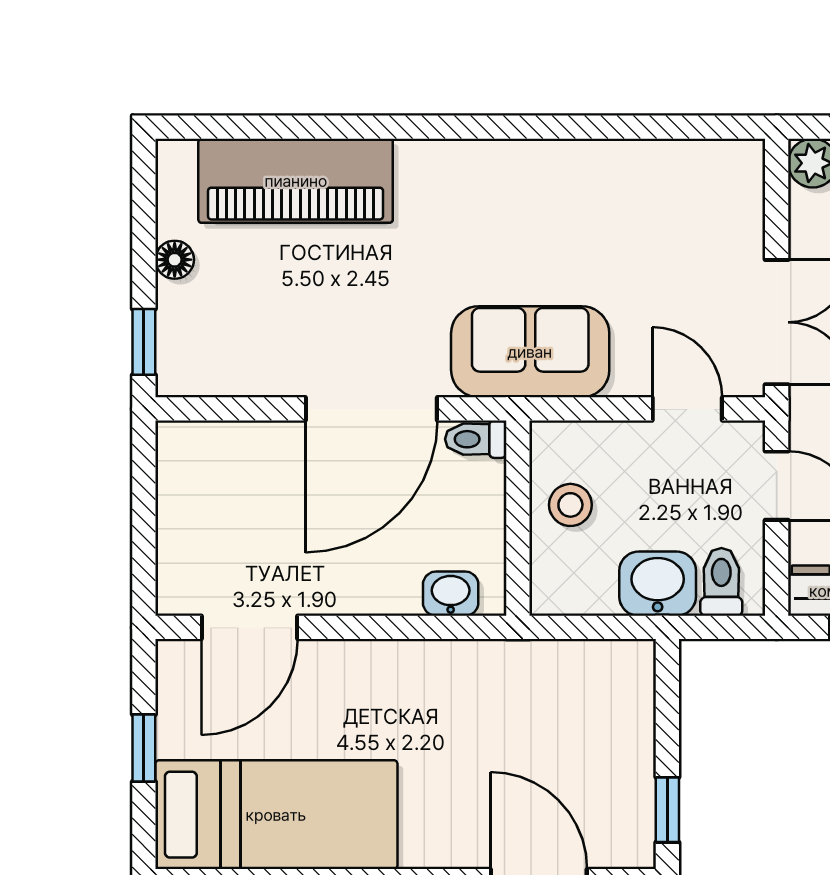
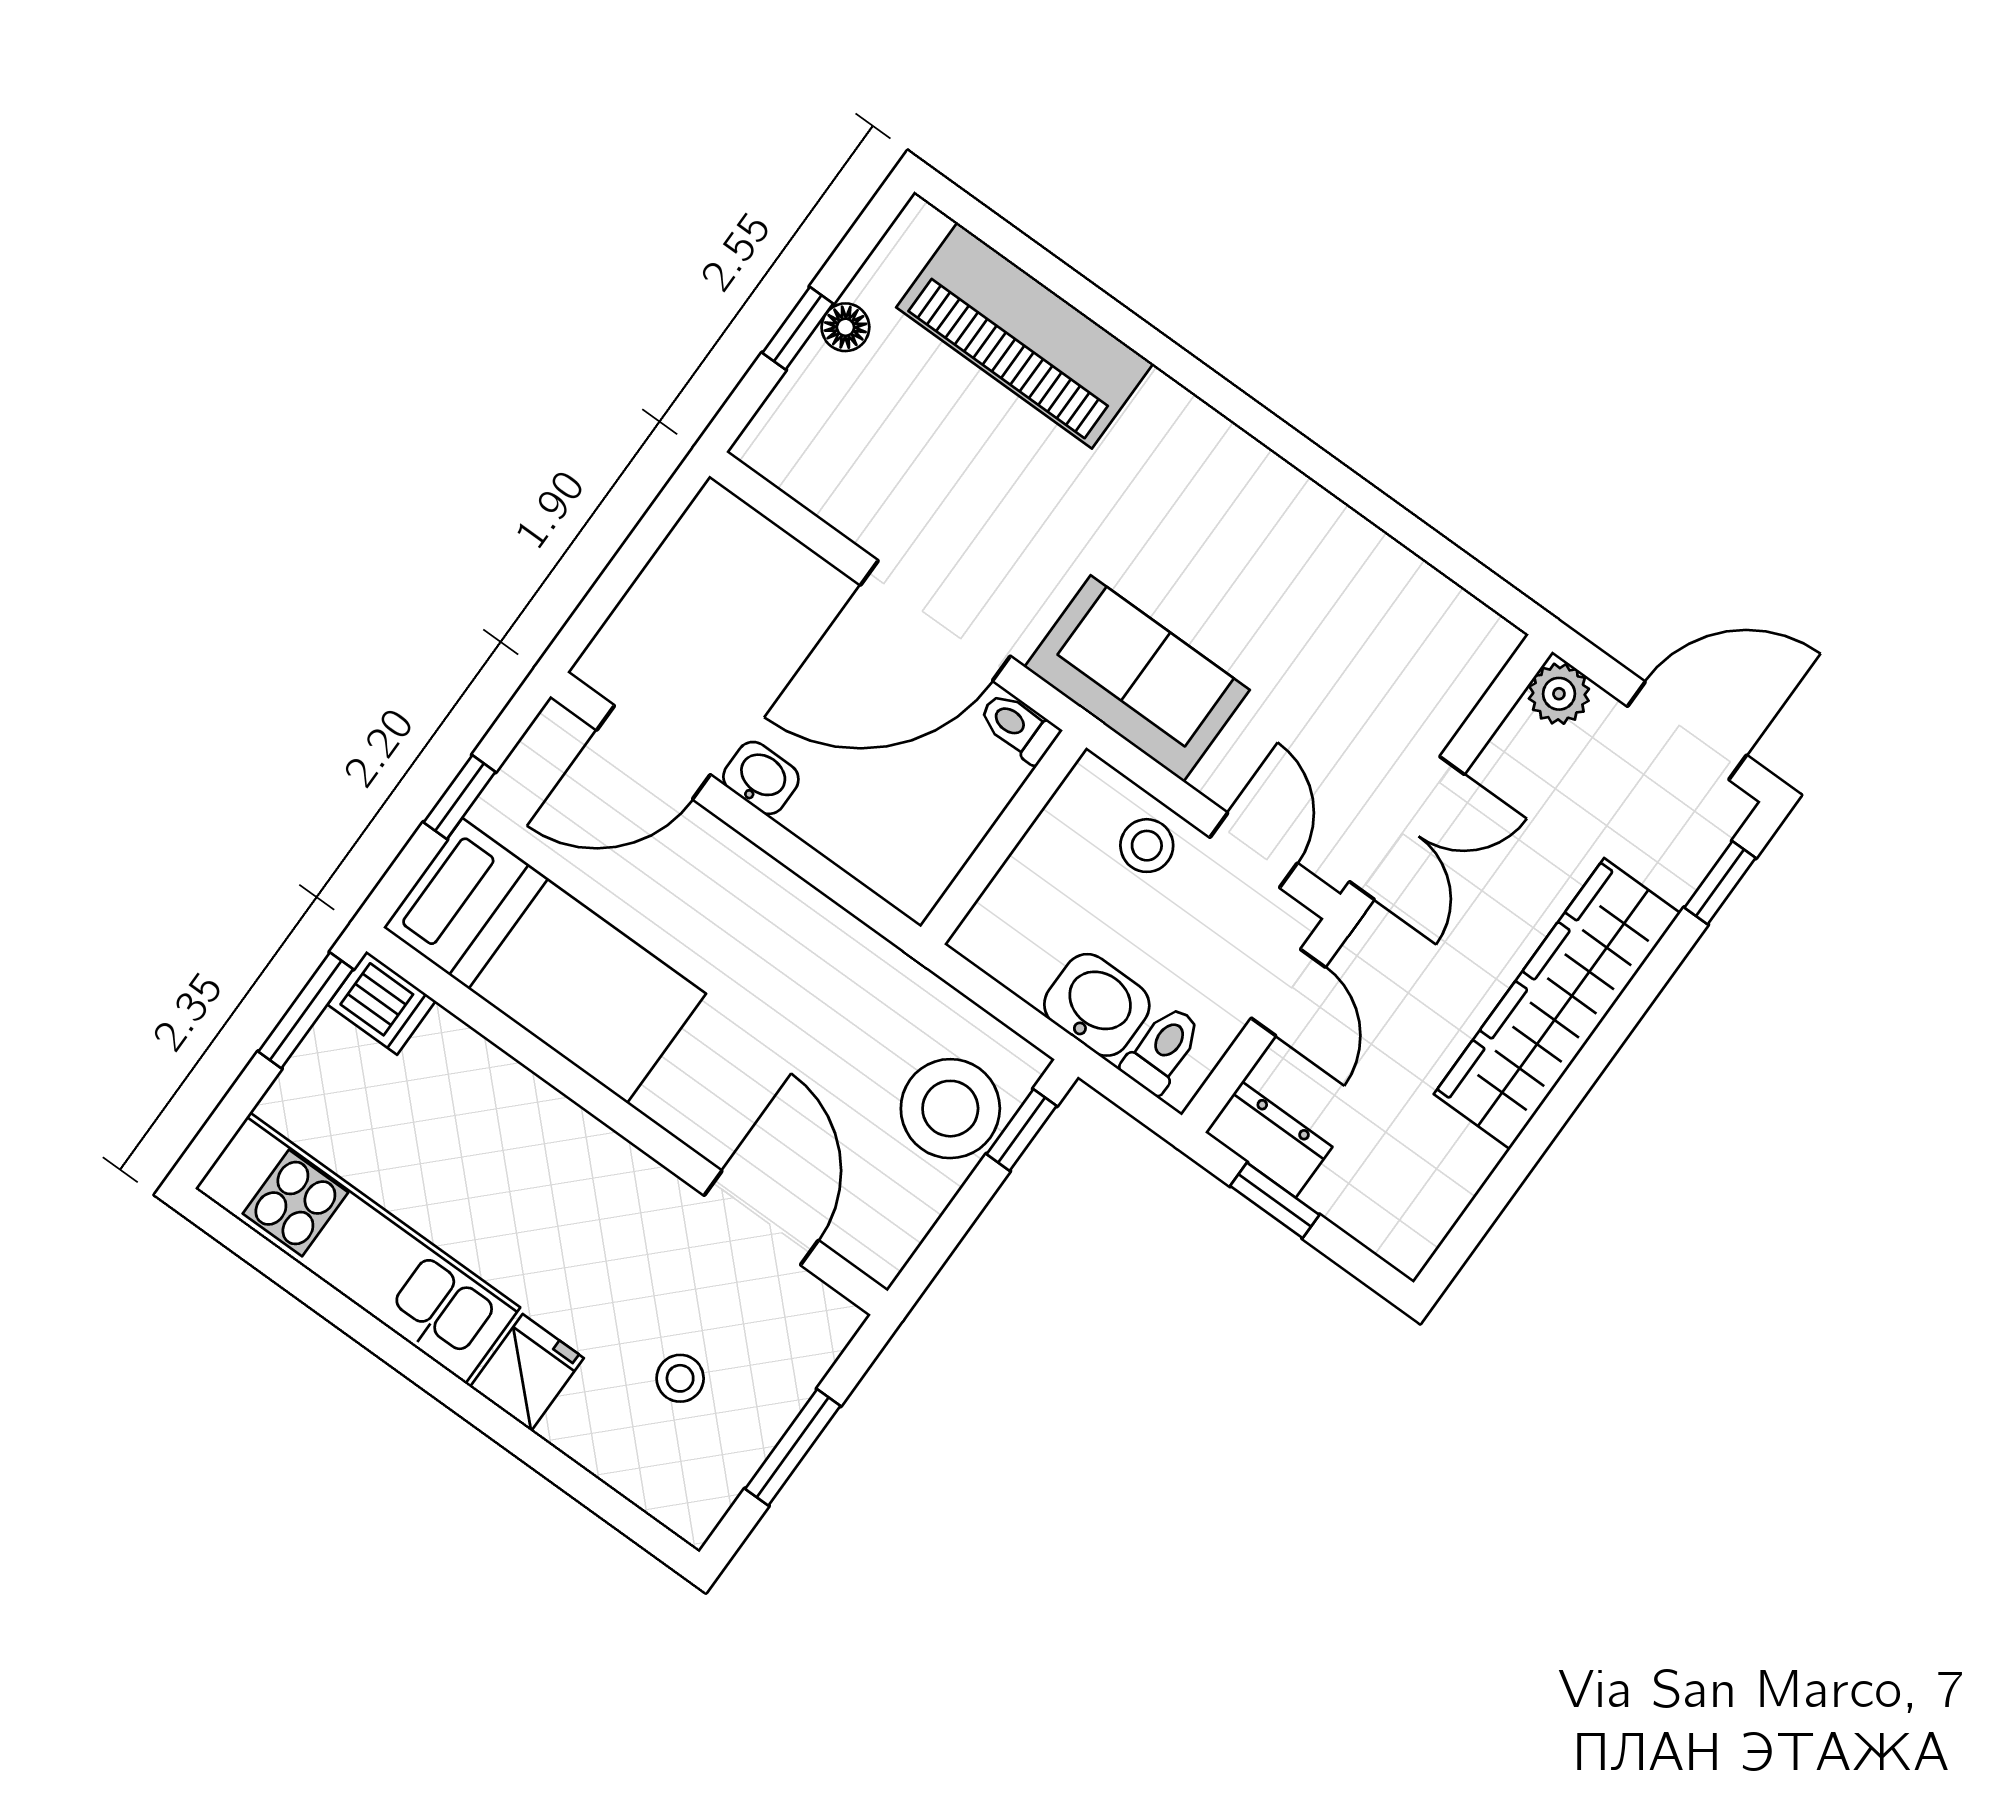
window: (144, 342) -> (798, 328), moved
stool: (570, 505) -> (1147, 846), moved
washbasin: (451, 594) -> (761, 778), moved
stool: (611, 720) -> (950, 1109), added
window: (667, 810) -> (1022, 1130), moved

